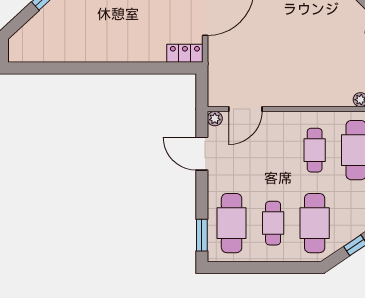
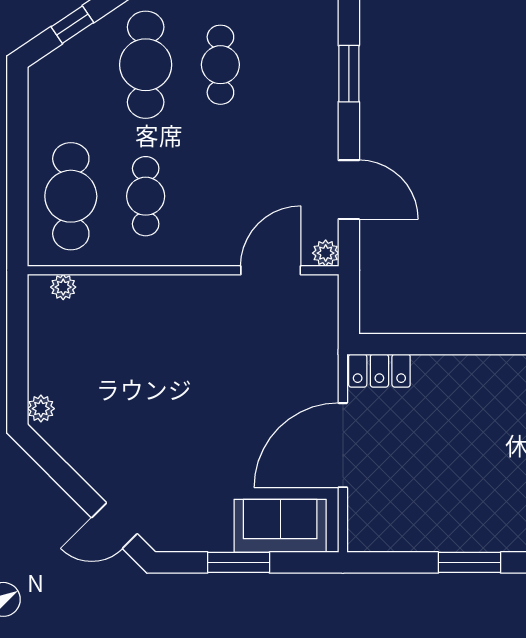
cafe table: (232, 223) -> (295, 65), removed
window: (202, 235) -> (349, 74), moved

